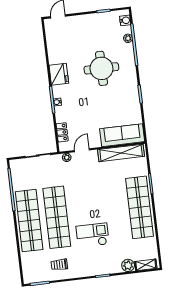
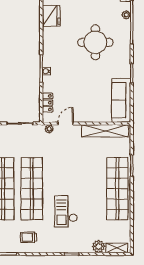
fridge: (59, 74) -> (51, 16), moved
sofa: (122, 135) -> (121, 100), moved, turned -90
checkout: (93, 235) -> (66, 211), turned -90

